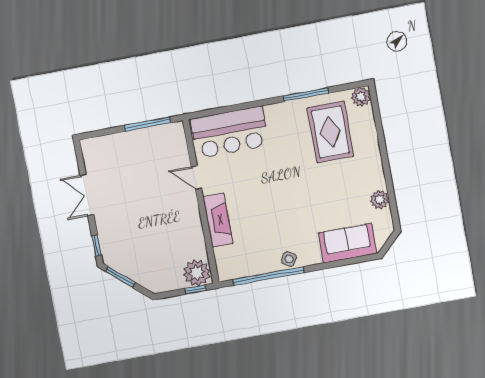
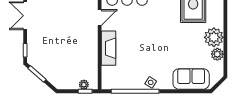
plant: (370, 176) -> (214, 37), added
door: (196, 178) -> (100, 18), swing flipped
plant: (197, 273) -> (84, 85), width x0.53, depth x0.53

